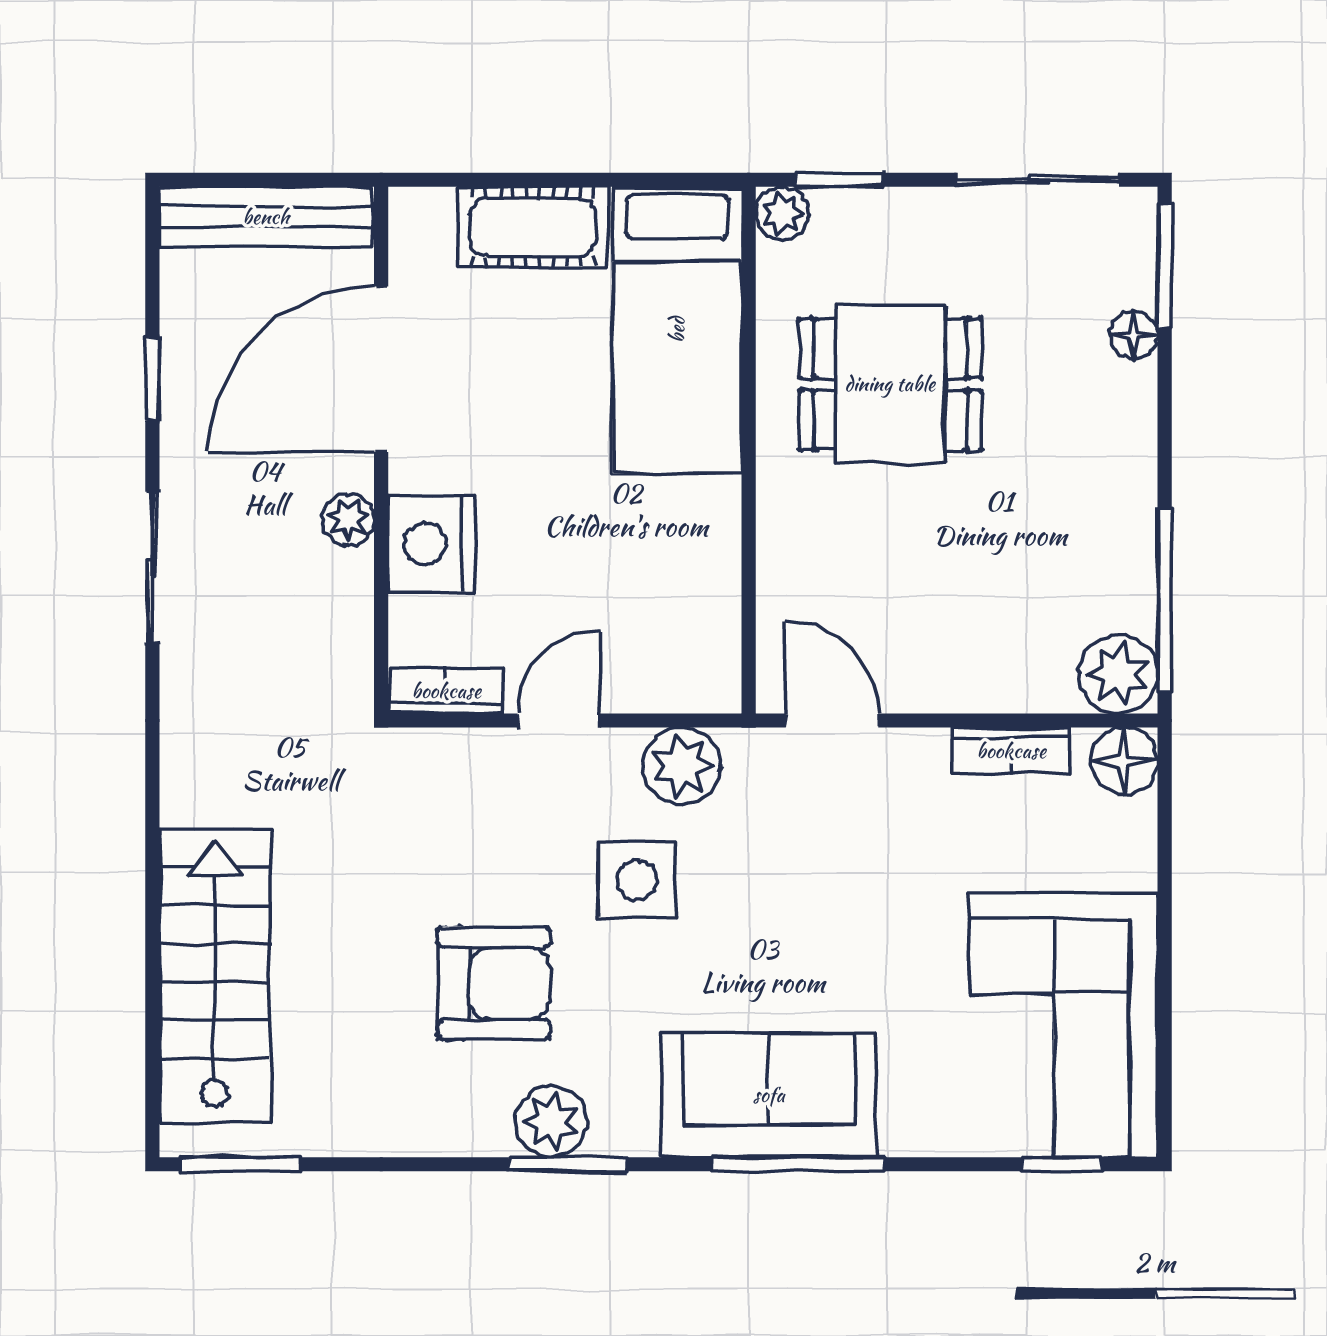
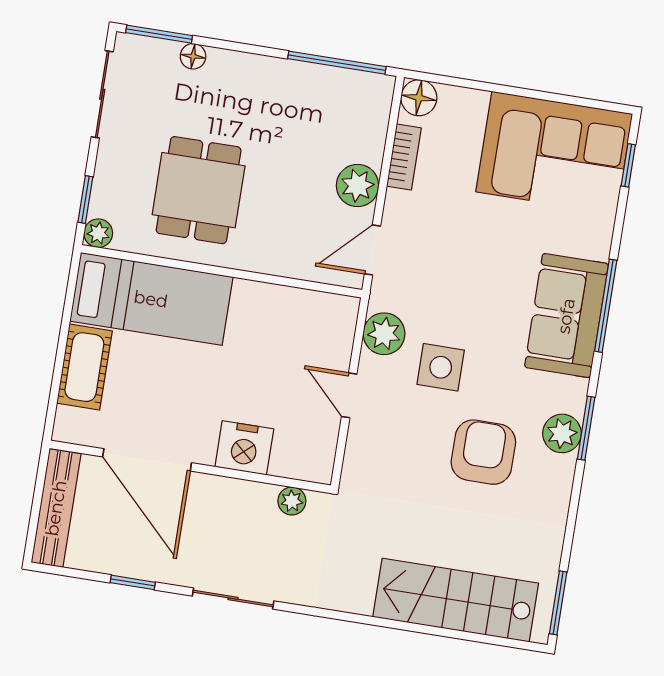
plant: (348, 519) -> (292, 501), moved
plant: (1118, 674) -> (358, 186), moved
bookcase: (446, 691) -> (324, 453), removed

